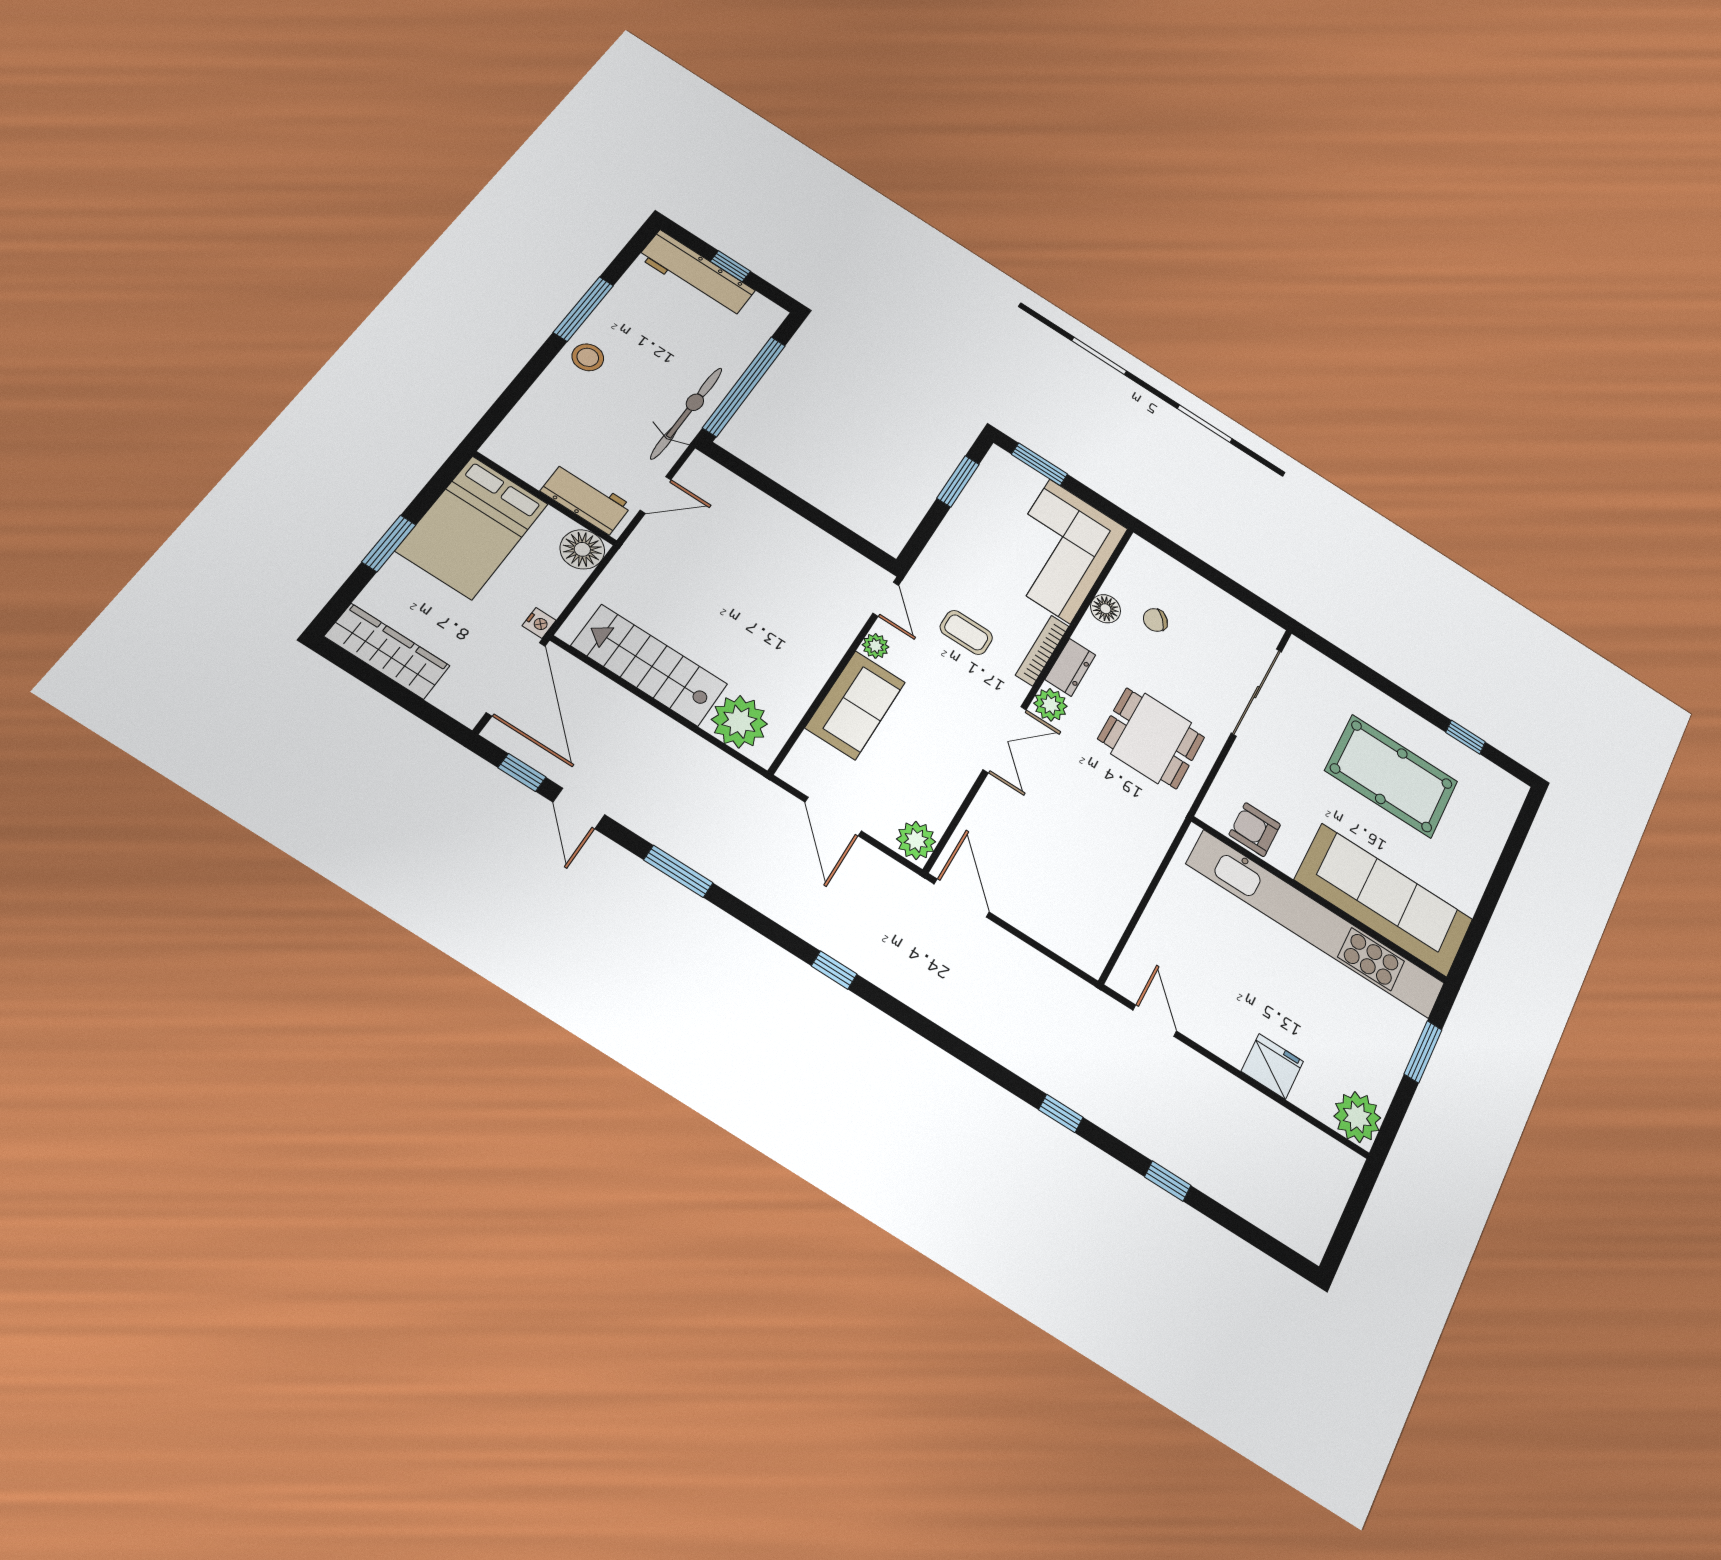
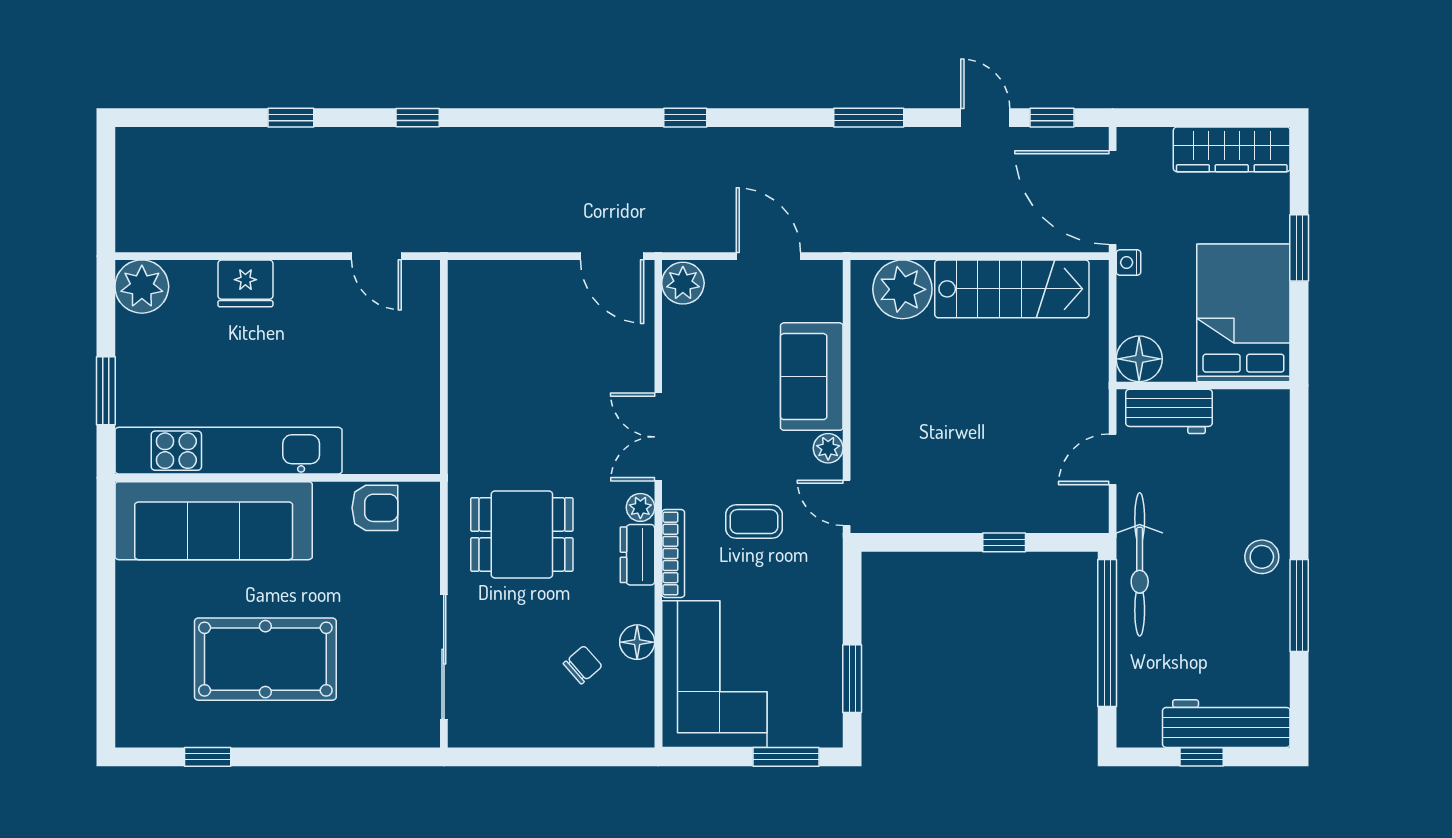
window: (781, 494) -> (1004, 542), added
plant: (1050, 705) -> (640, 507), width x0.73, depth x0.73
kitchen unit: (1316, 924) -> (229, 451), width x0.73

